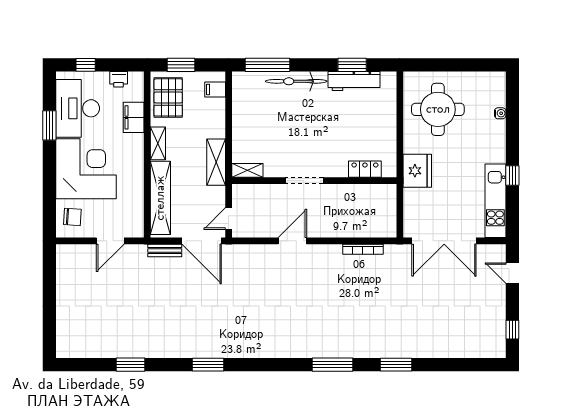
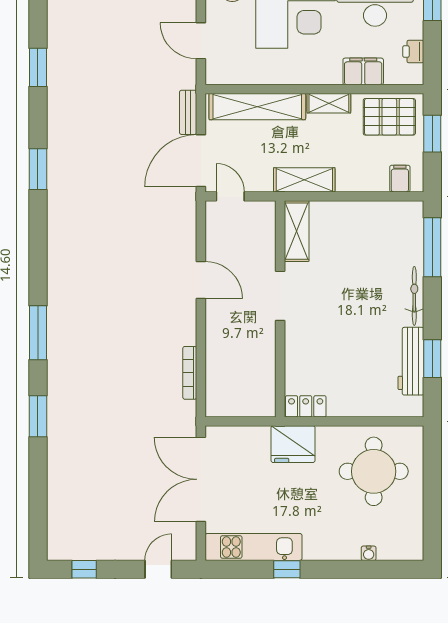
bicycle: (296, 81) -> (414, 296), width x0.73, depth x0.71
locker: (365, 169) -> (306, 406), moved, turned -90
shelving: (247, 170) -> (297, 231), width x1.50, depth x1.33

